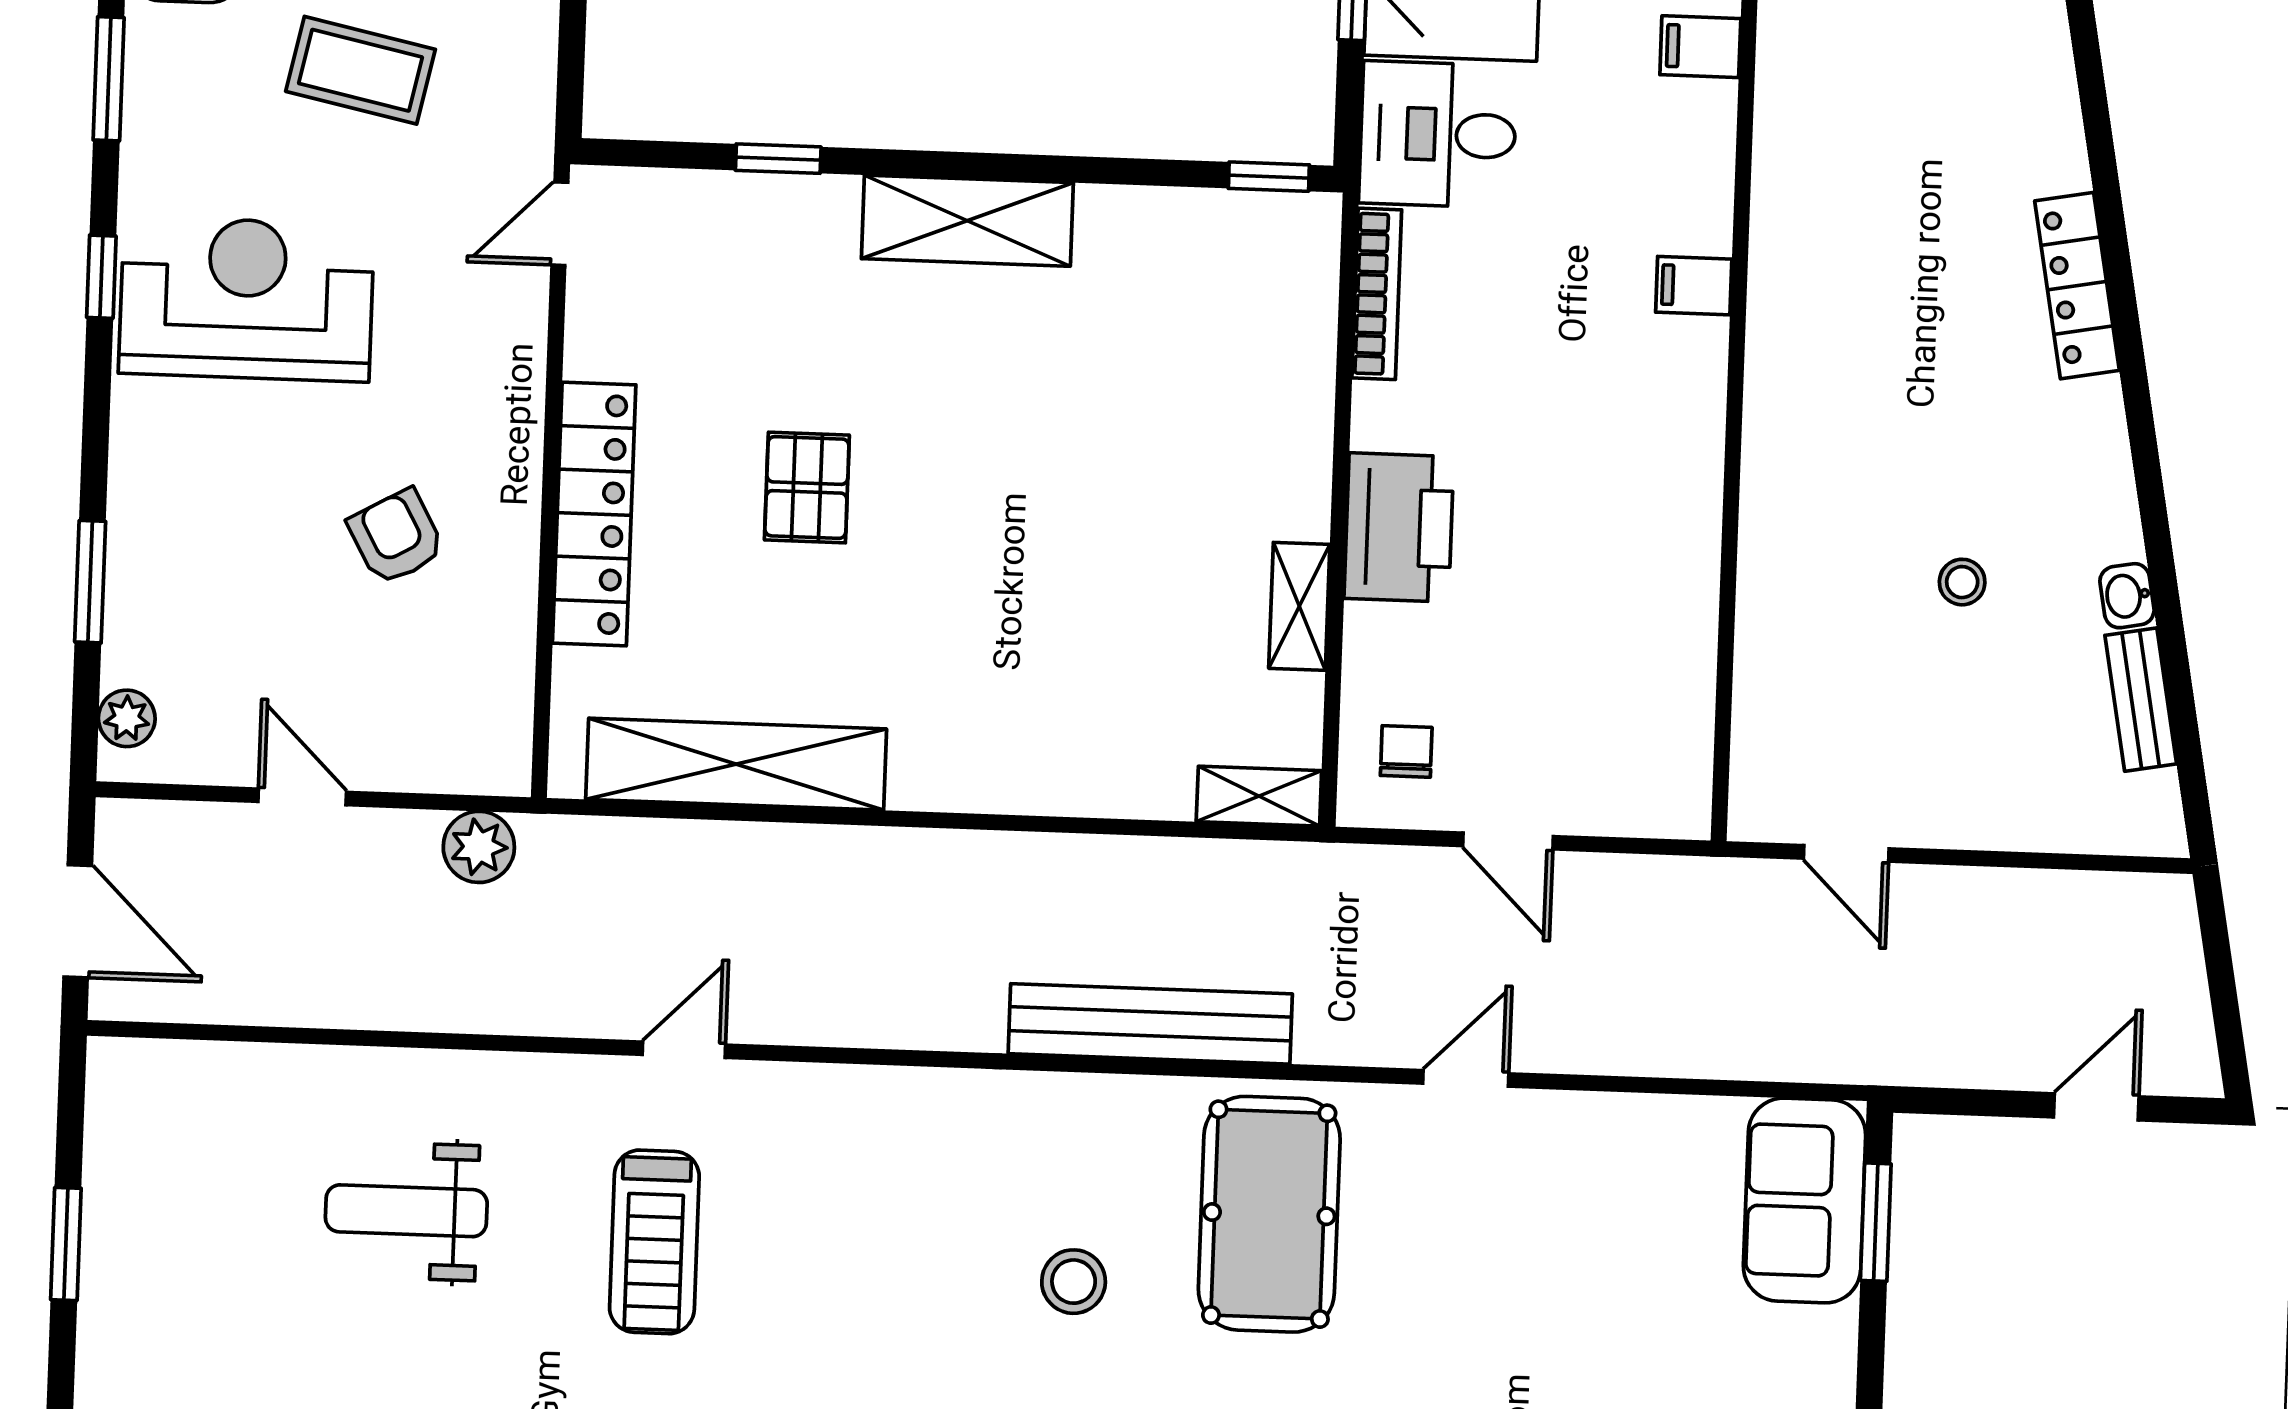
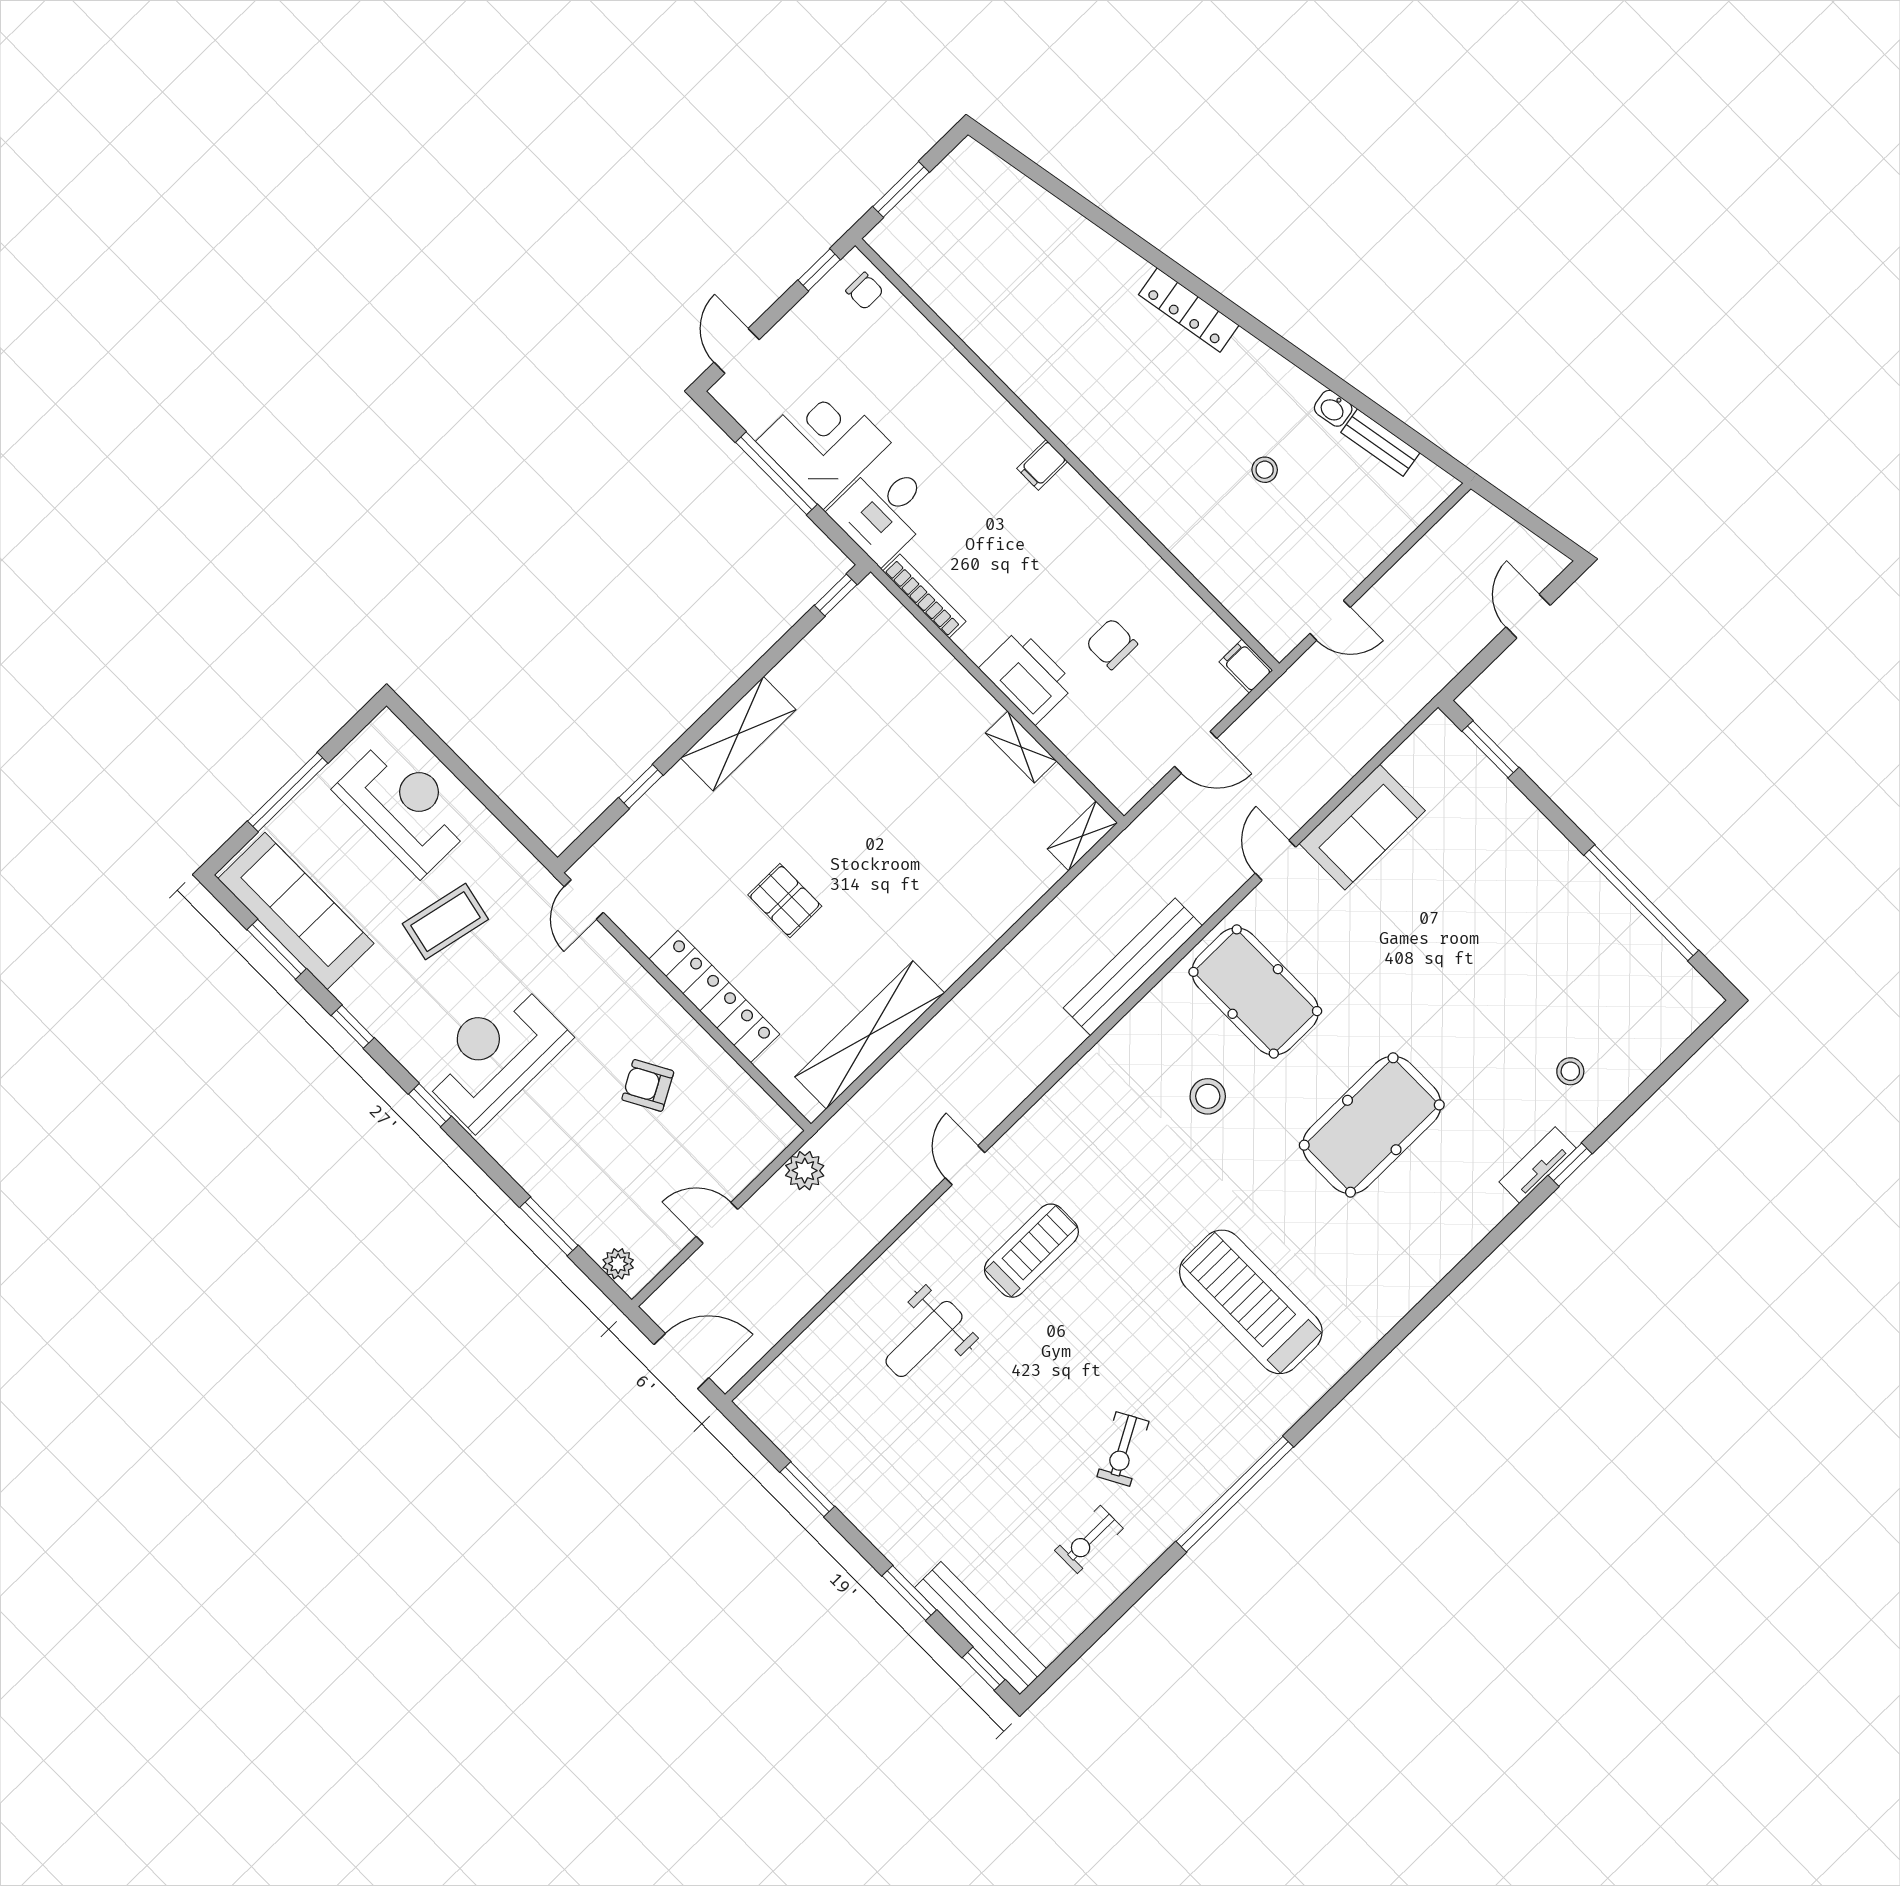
filing cabinet: (1700, 47) -> (1246, 666), moved, turned 90
window: (109, 79) -> (353, 1027), width x0.67
chair: (1406, 751) -> (1112, 644), moved, width x1.37, depth x1.37
sofa: (1805, 1201) -> (1362, 827), moved, turned -90
treadmill: (654, 1242) -> (1031, 1251), turned -90

